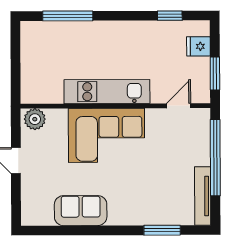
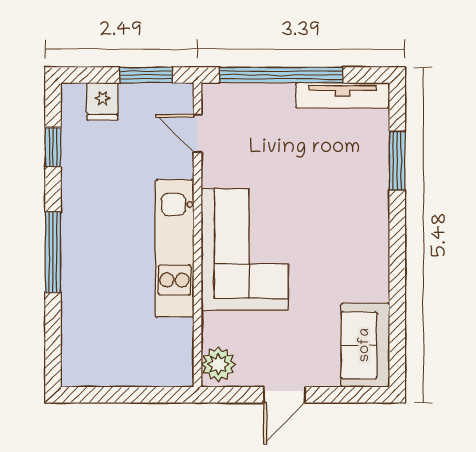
window: (68, 16) -> (53, 252), moved
sofa: (81, 211) -> (365, 345), moved

